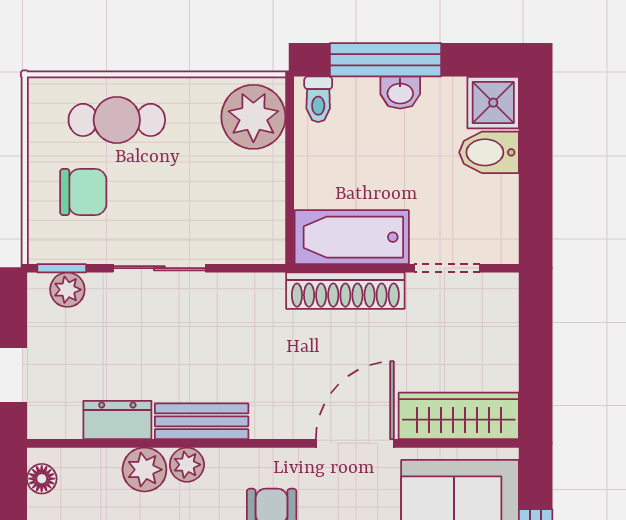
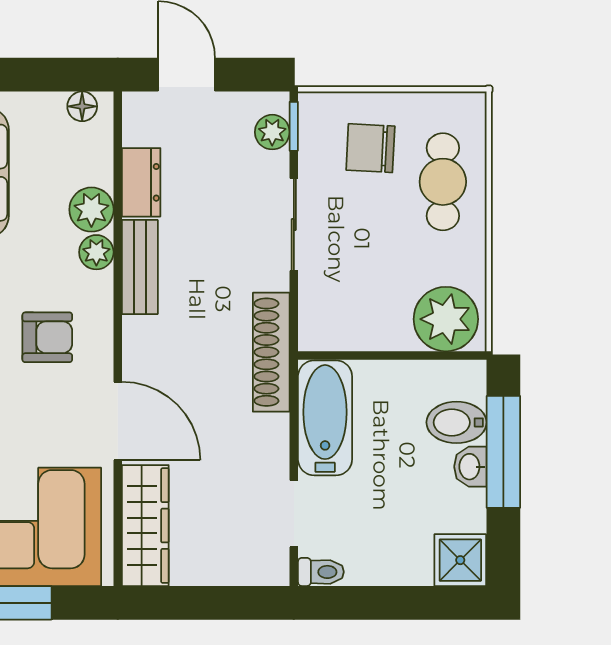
toilet: (318, 99) -> (321, 572), moved, turned 180
bidet: (489, 152) -> (457, 422), moved, turned -90
chair: (83, 192) -> (370, 148), turned 93
shoe rack: (345, 291) -> (271, 352), moved

